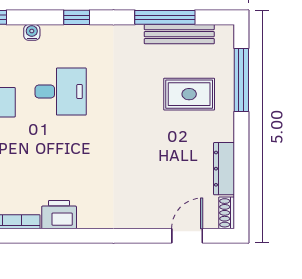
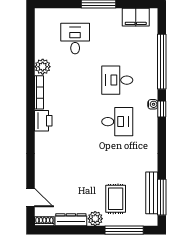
window: (77, 17) -> (162, 109), moved
window: (165, 17) -> (162, 197), moved
desk: (61, 92) -> (117, 122), turned -90
plant: (222, 128) -> (95, 219), added

